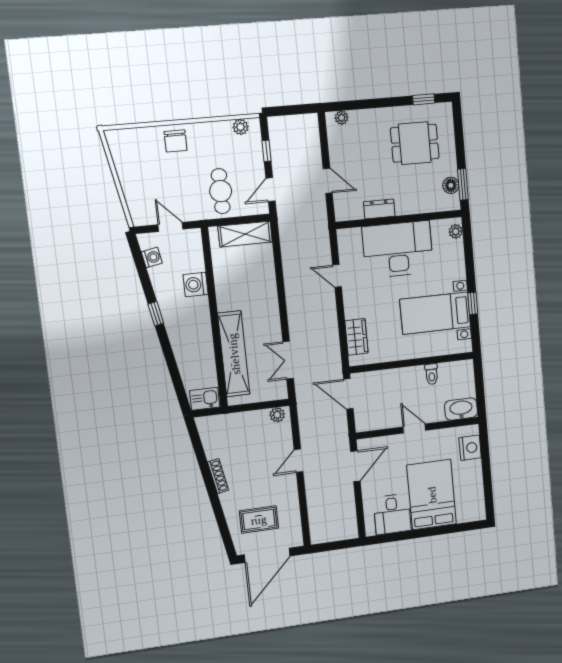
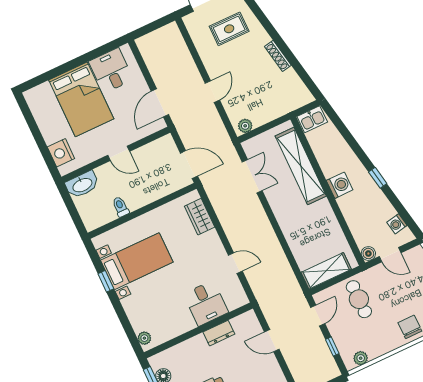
boiler: (194, 236) -> (368, 254), added
desk: (398, 249) -> (206, 303), width x0.53, depth x0.77
washing machine: (196, 284) -> (340, 185), moved

